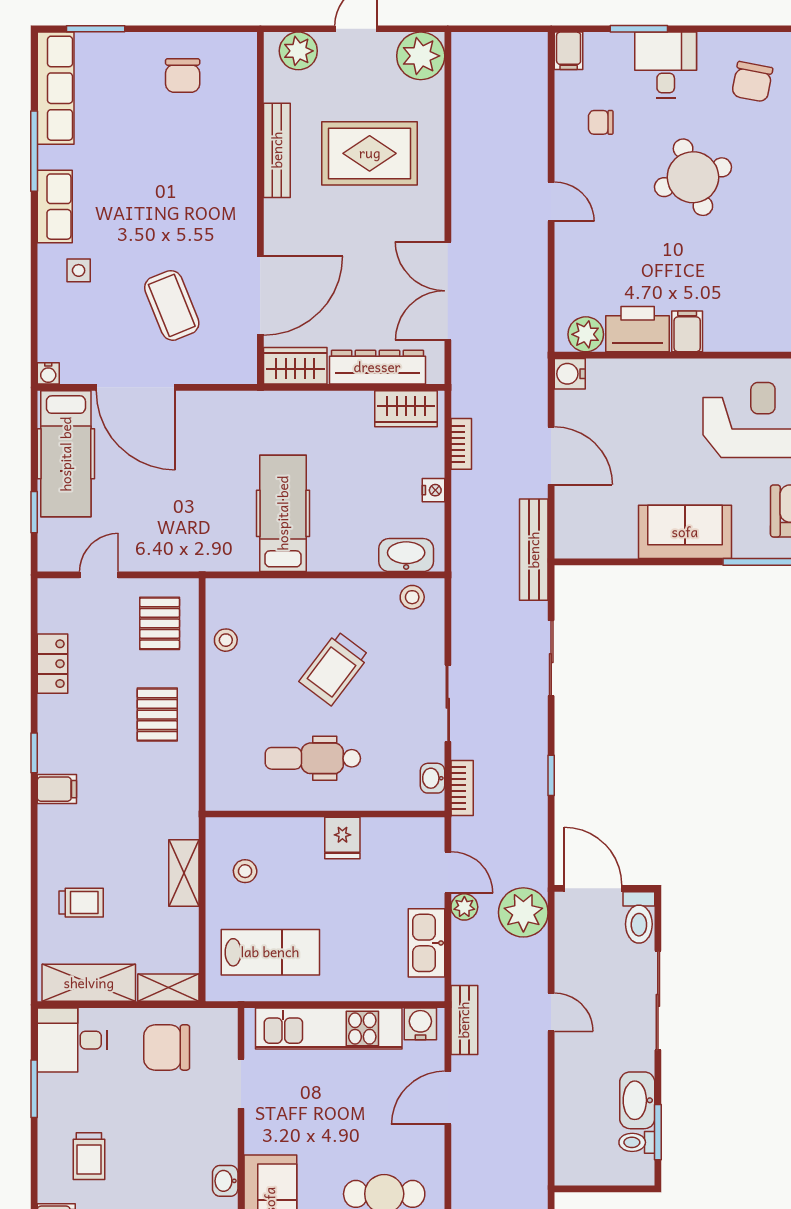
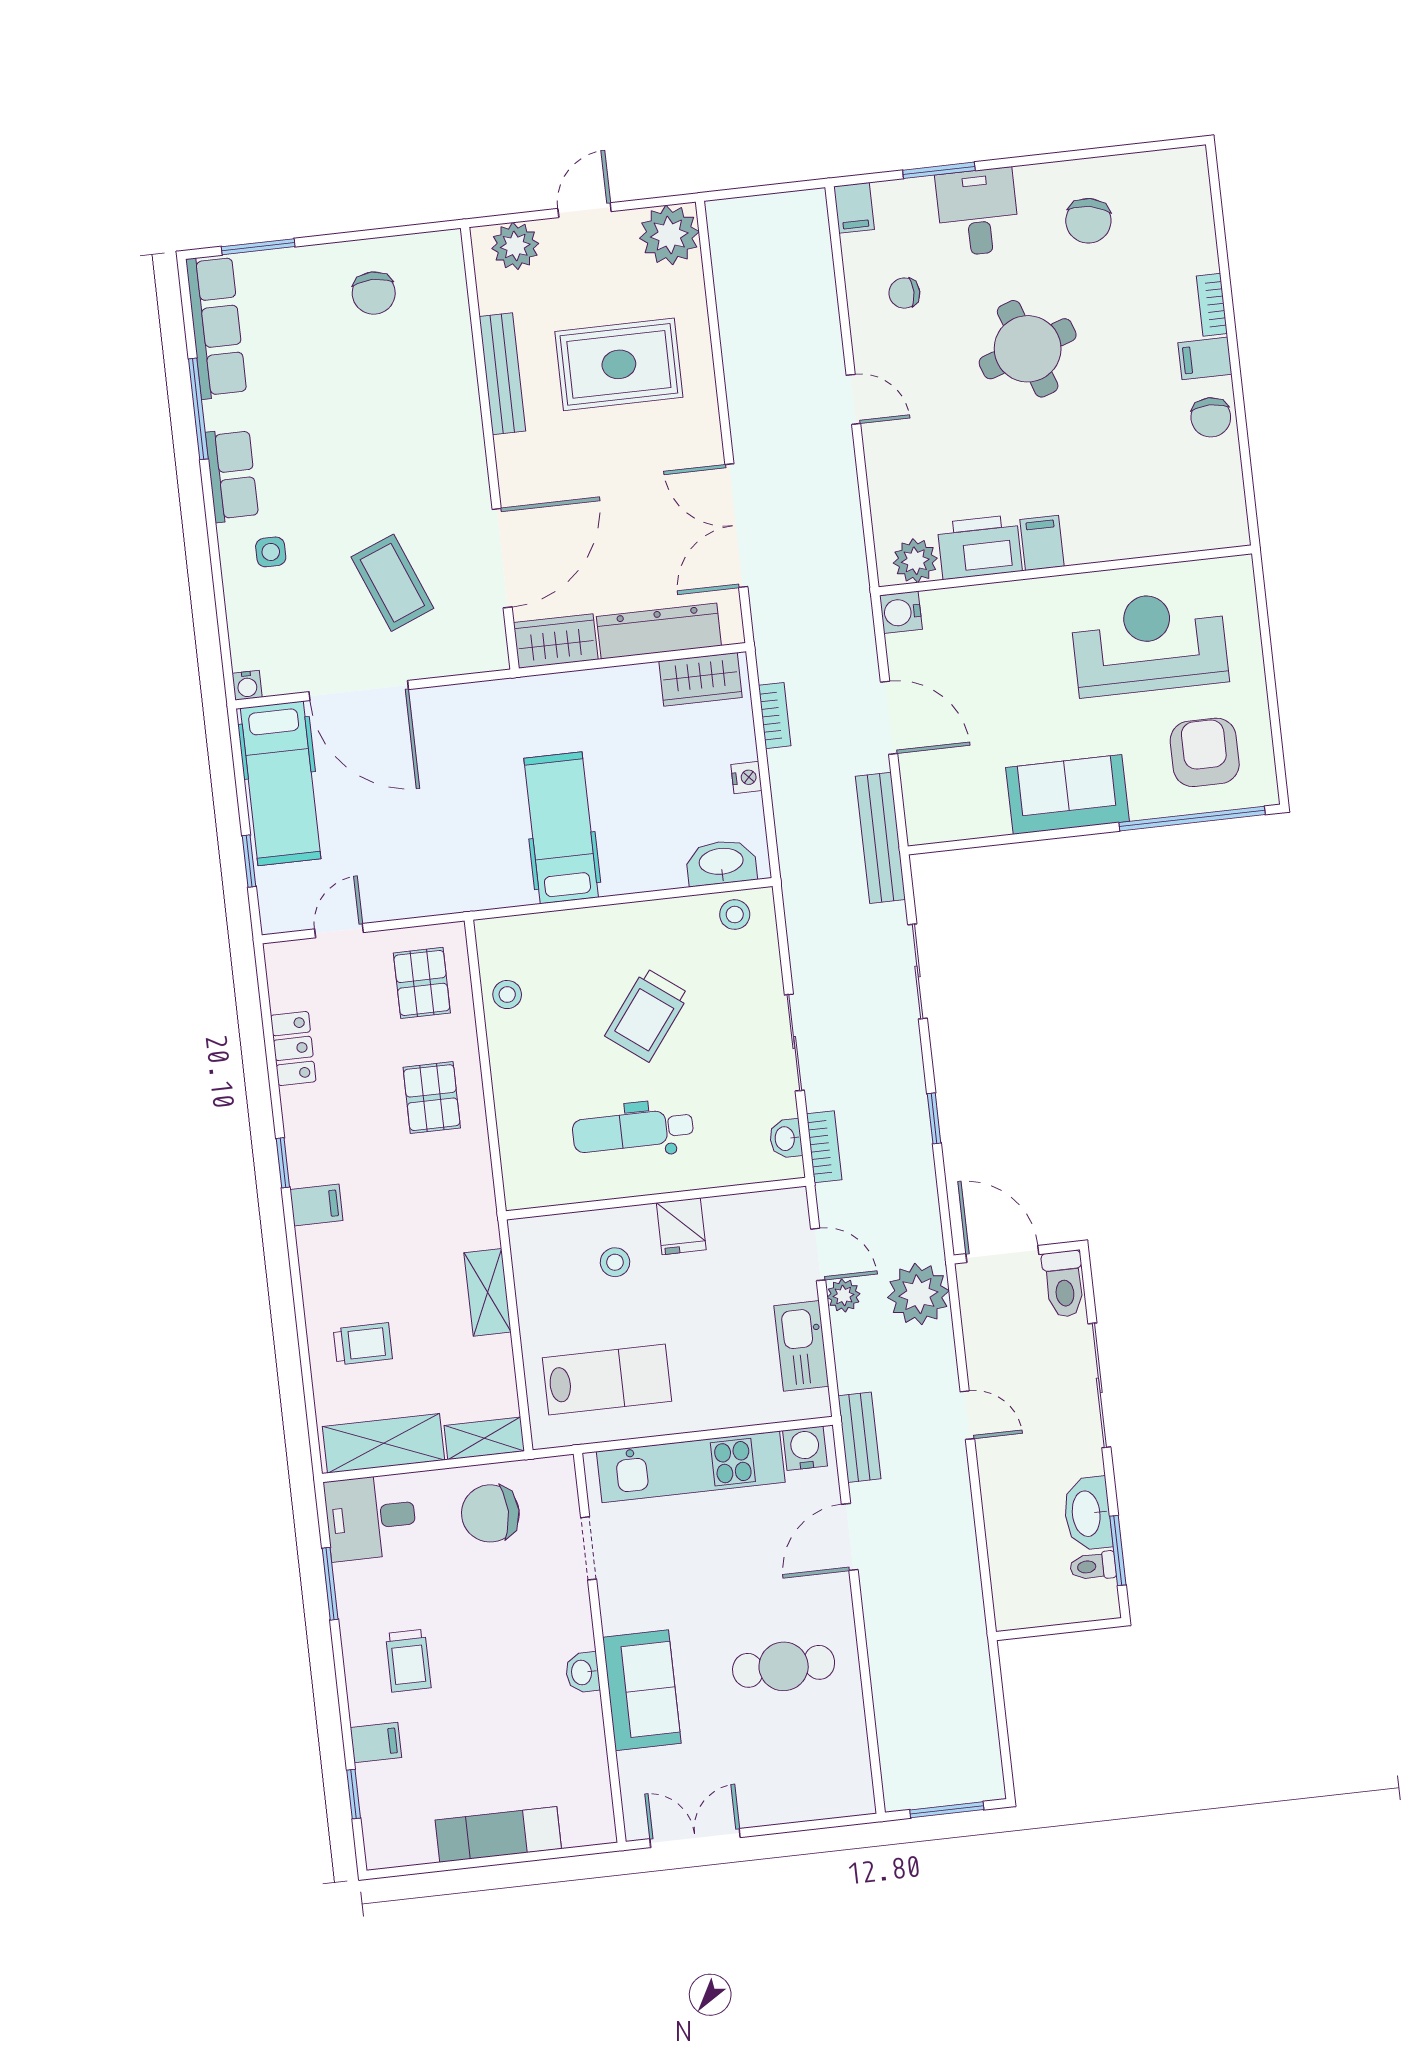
stool: (245, 871) -> (615, 1262), moved

